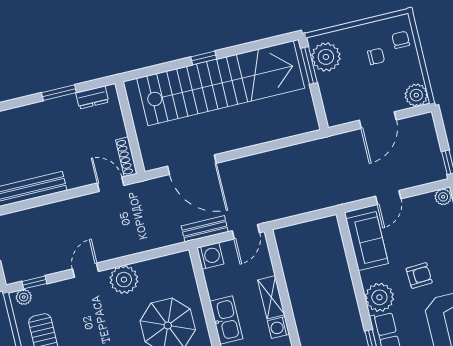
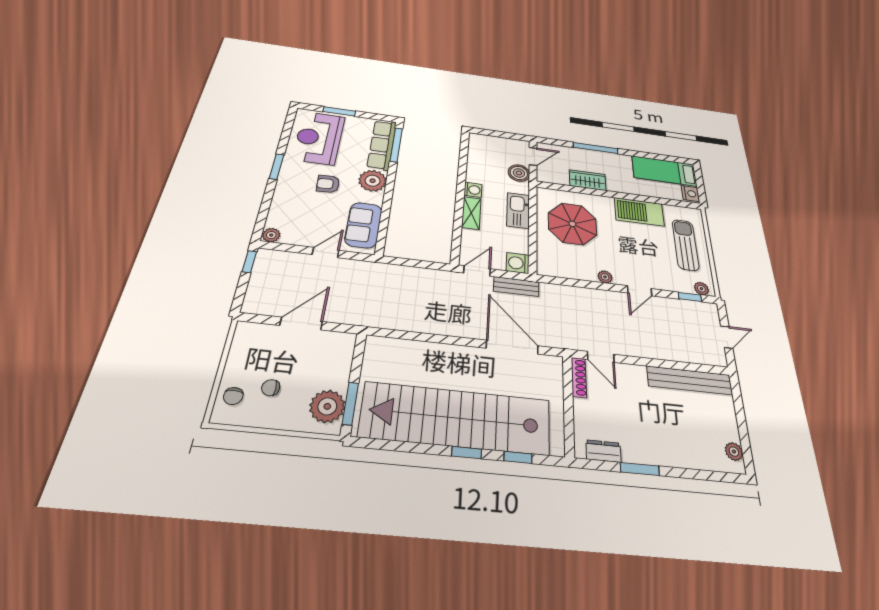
window: (162, 68) -> (518, 457), added
plant: (416, 95) -> (247, 333), removed
plant: (124, 280) -> (605, 277), width x0.53, depth x0.53

